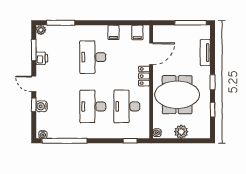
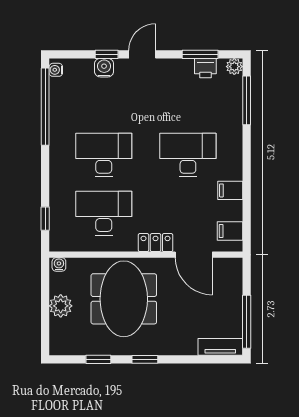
tv unit: (205, 53) -> (220, 347), moved
printer: (42, 58) -> (205, 68), moved

